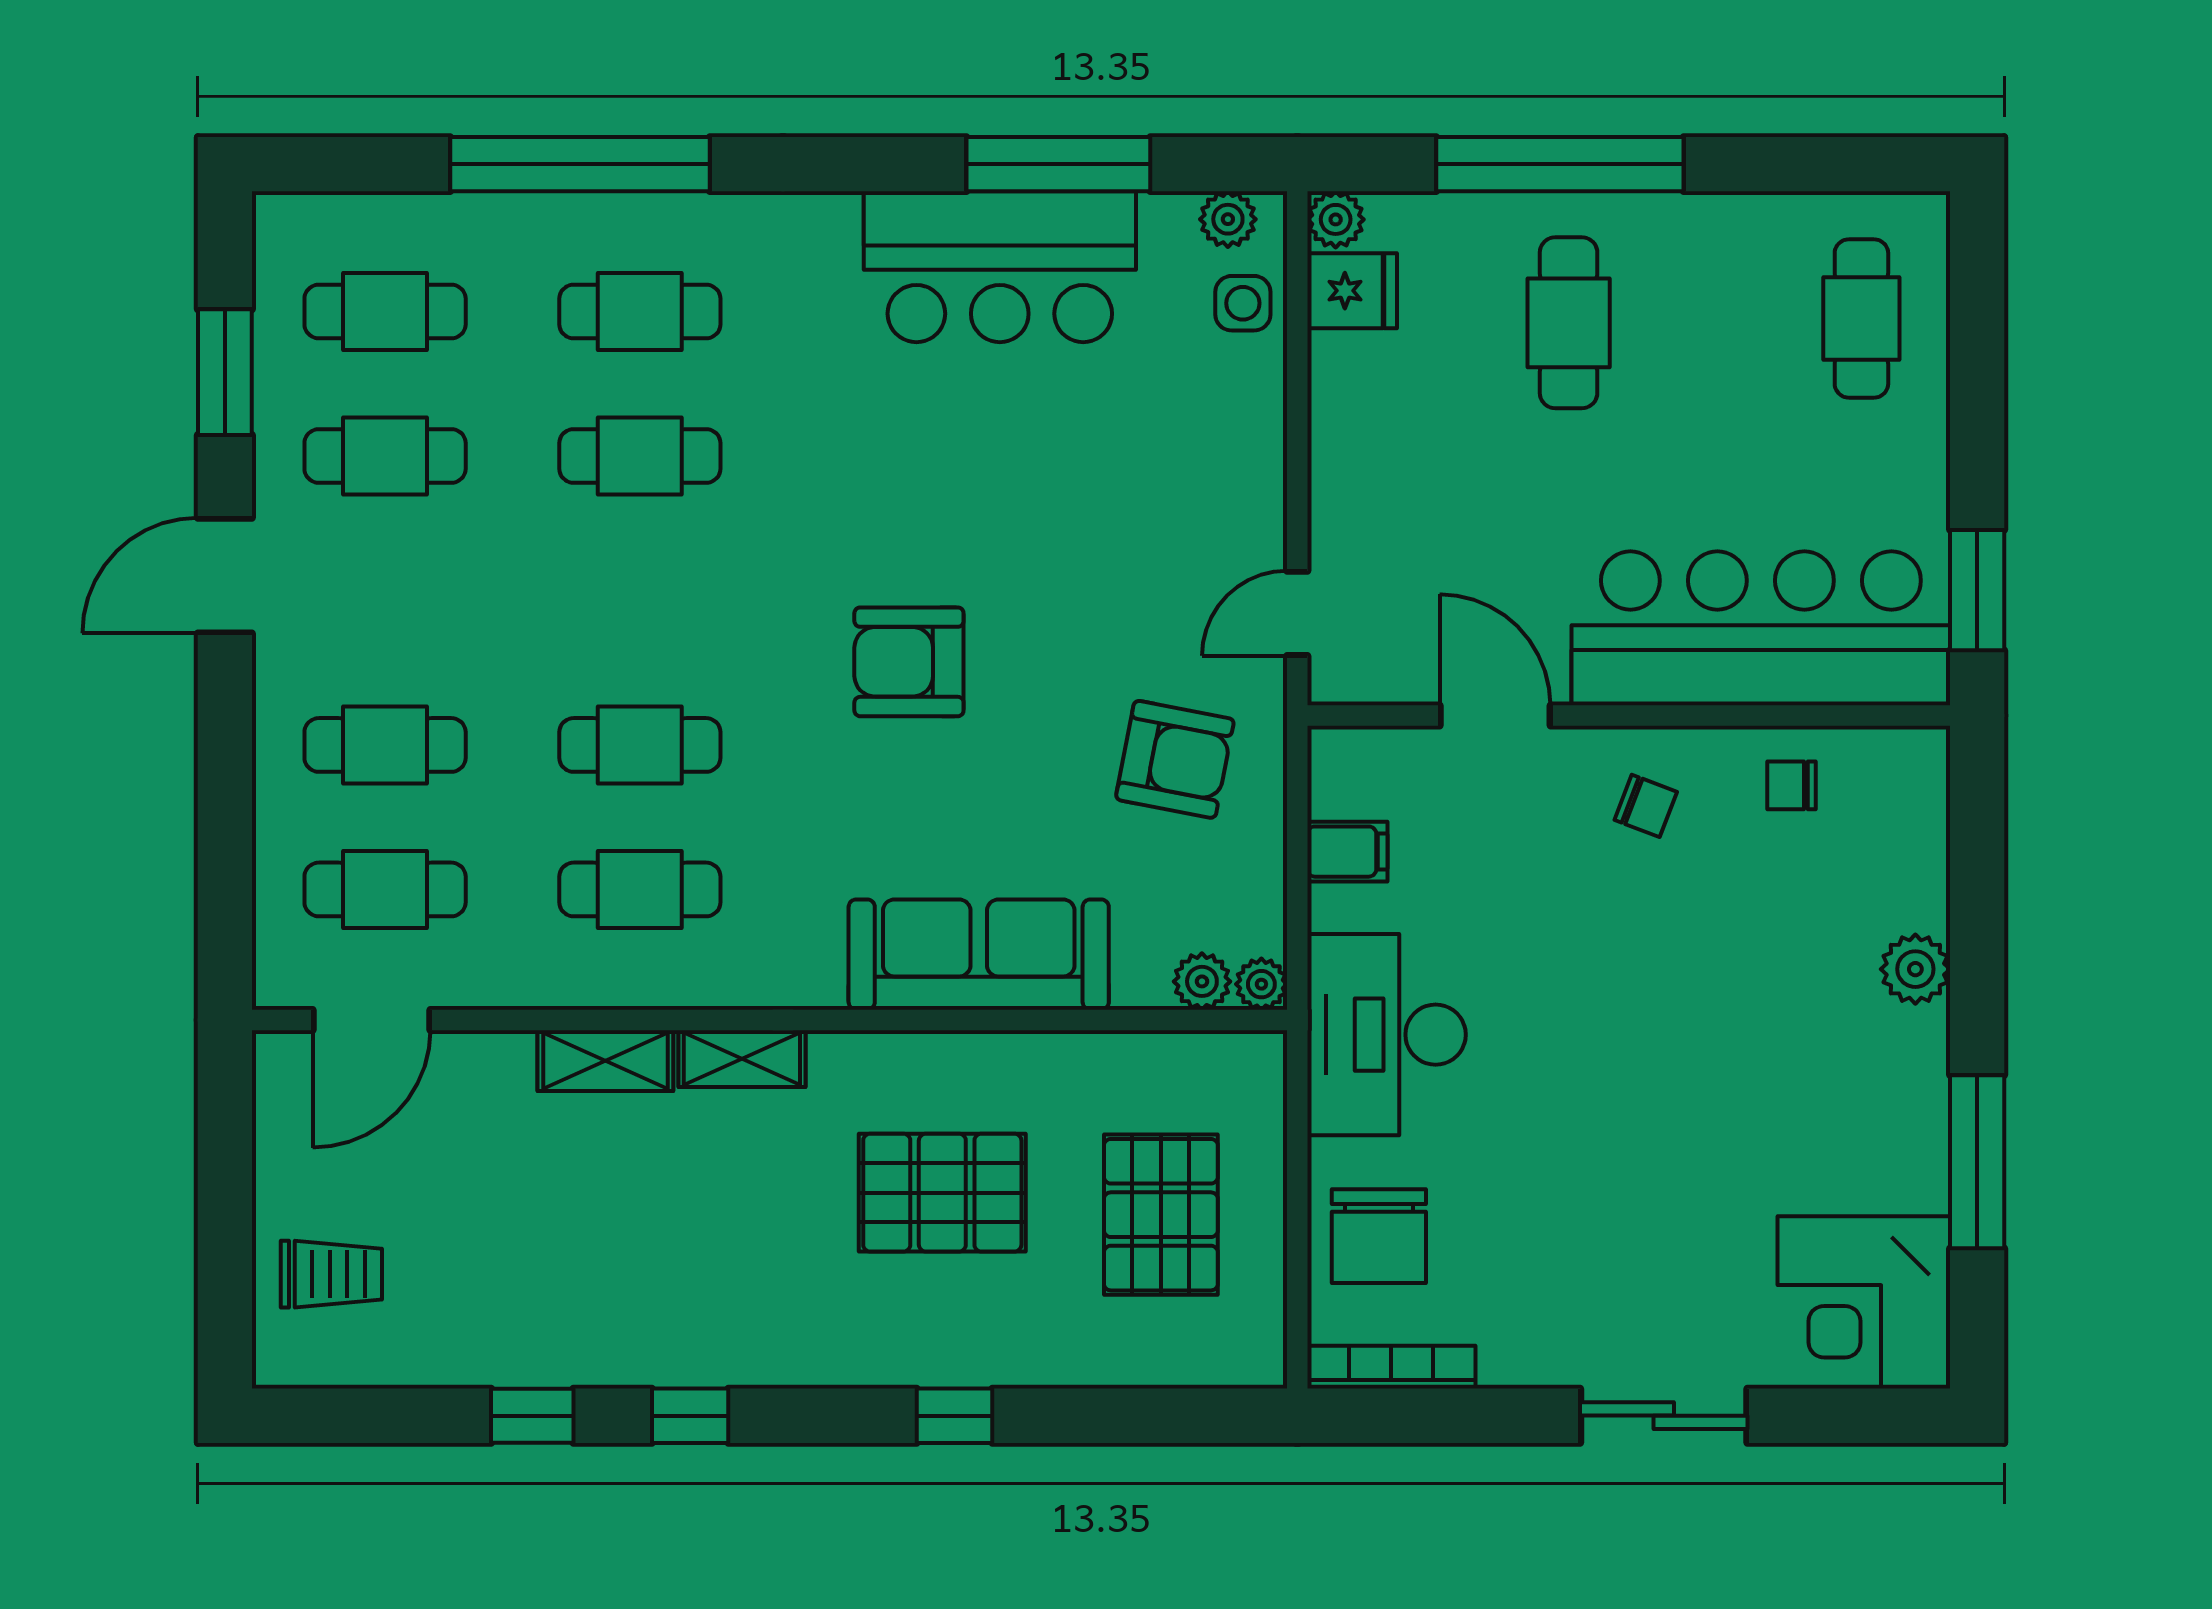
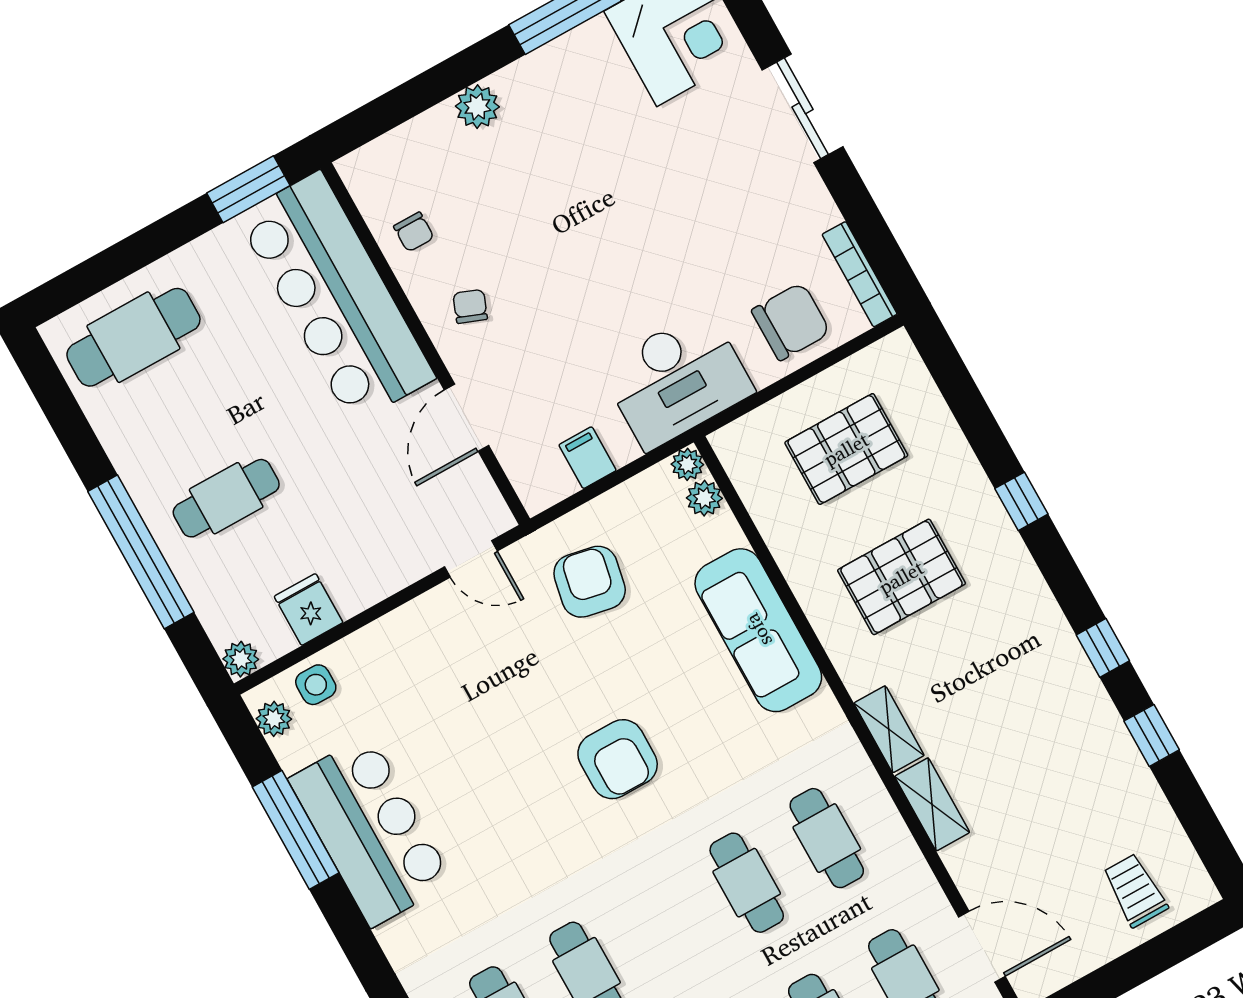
fridge: (1352, 291) -> (309, 609), moved
cafe table: (1861, 318) -> (133, 337), width x1.37, depth x1.35
pallet: (942, 1193) -> (901, 577), turned 90

